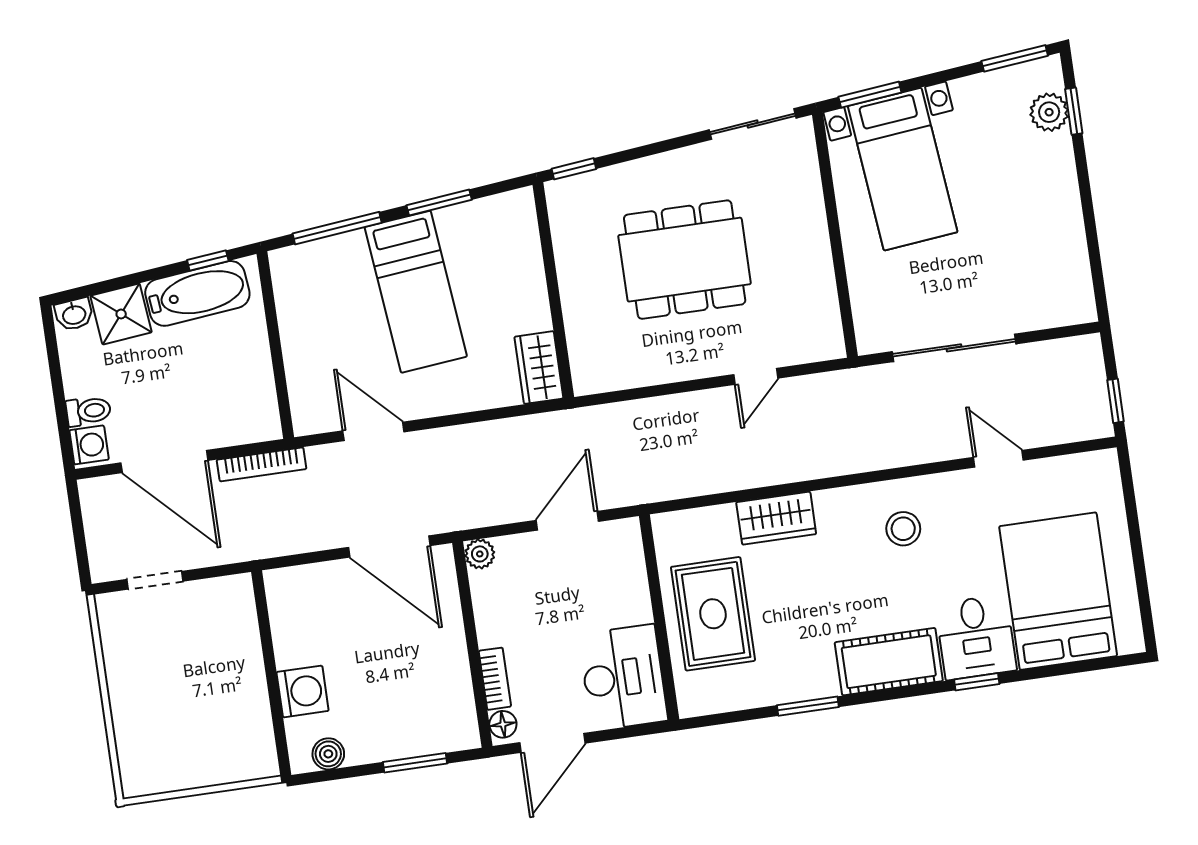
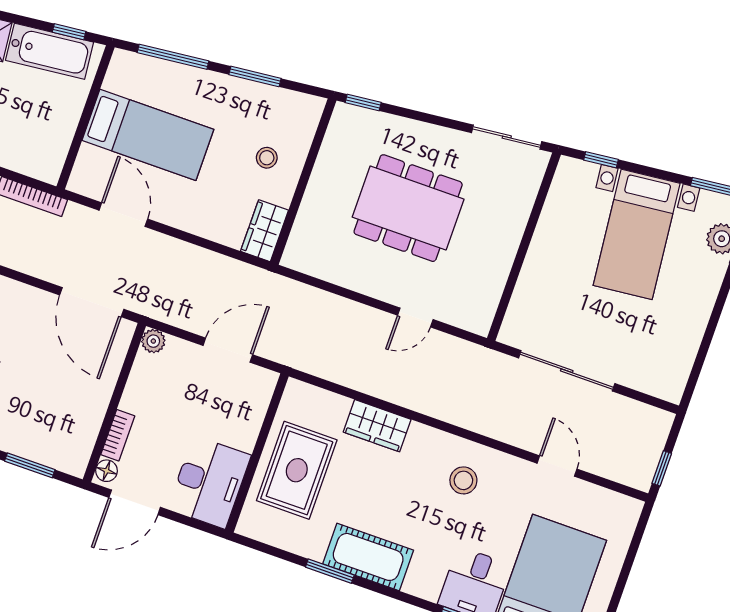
window: (870, 95) -> (601, 160), width x0.67
bed with nightstands: (903, 169) -> (637, 234), moved
stool: (499, 286) -> (267, 158), added
bed: (416, 292) -> (148, 135), moved, turned -84
cot: (889, 662) -> (368, 557), moved

